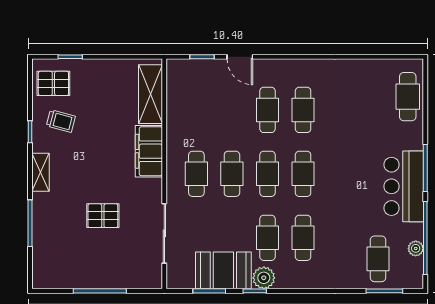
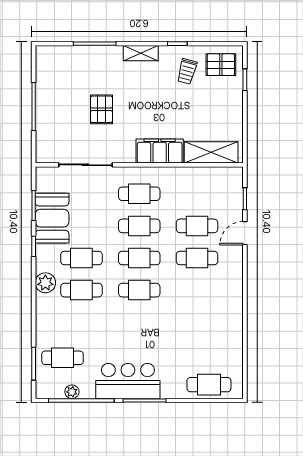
pallet: (53, 83) -> (221, 65), turned 90
cafe table: (303, 110) -> (197, 226), moved
plant: (264, 278) -> (45, 283), moved

